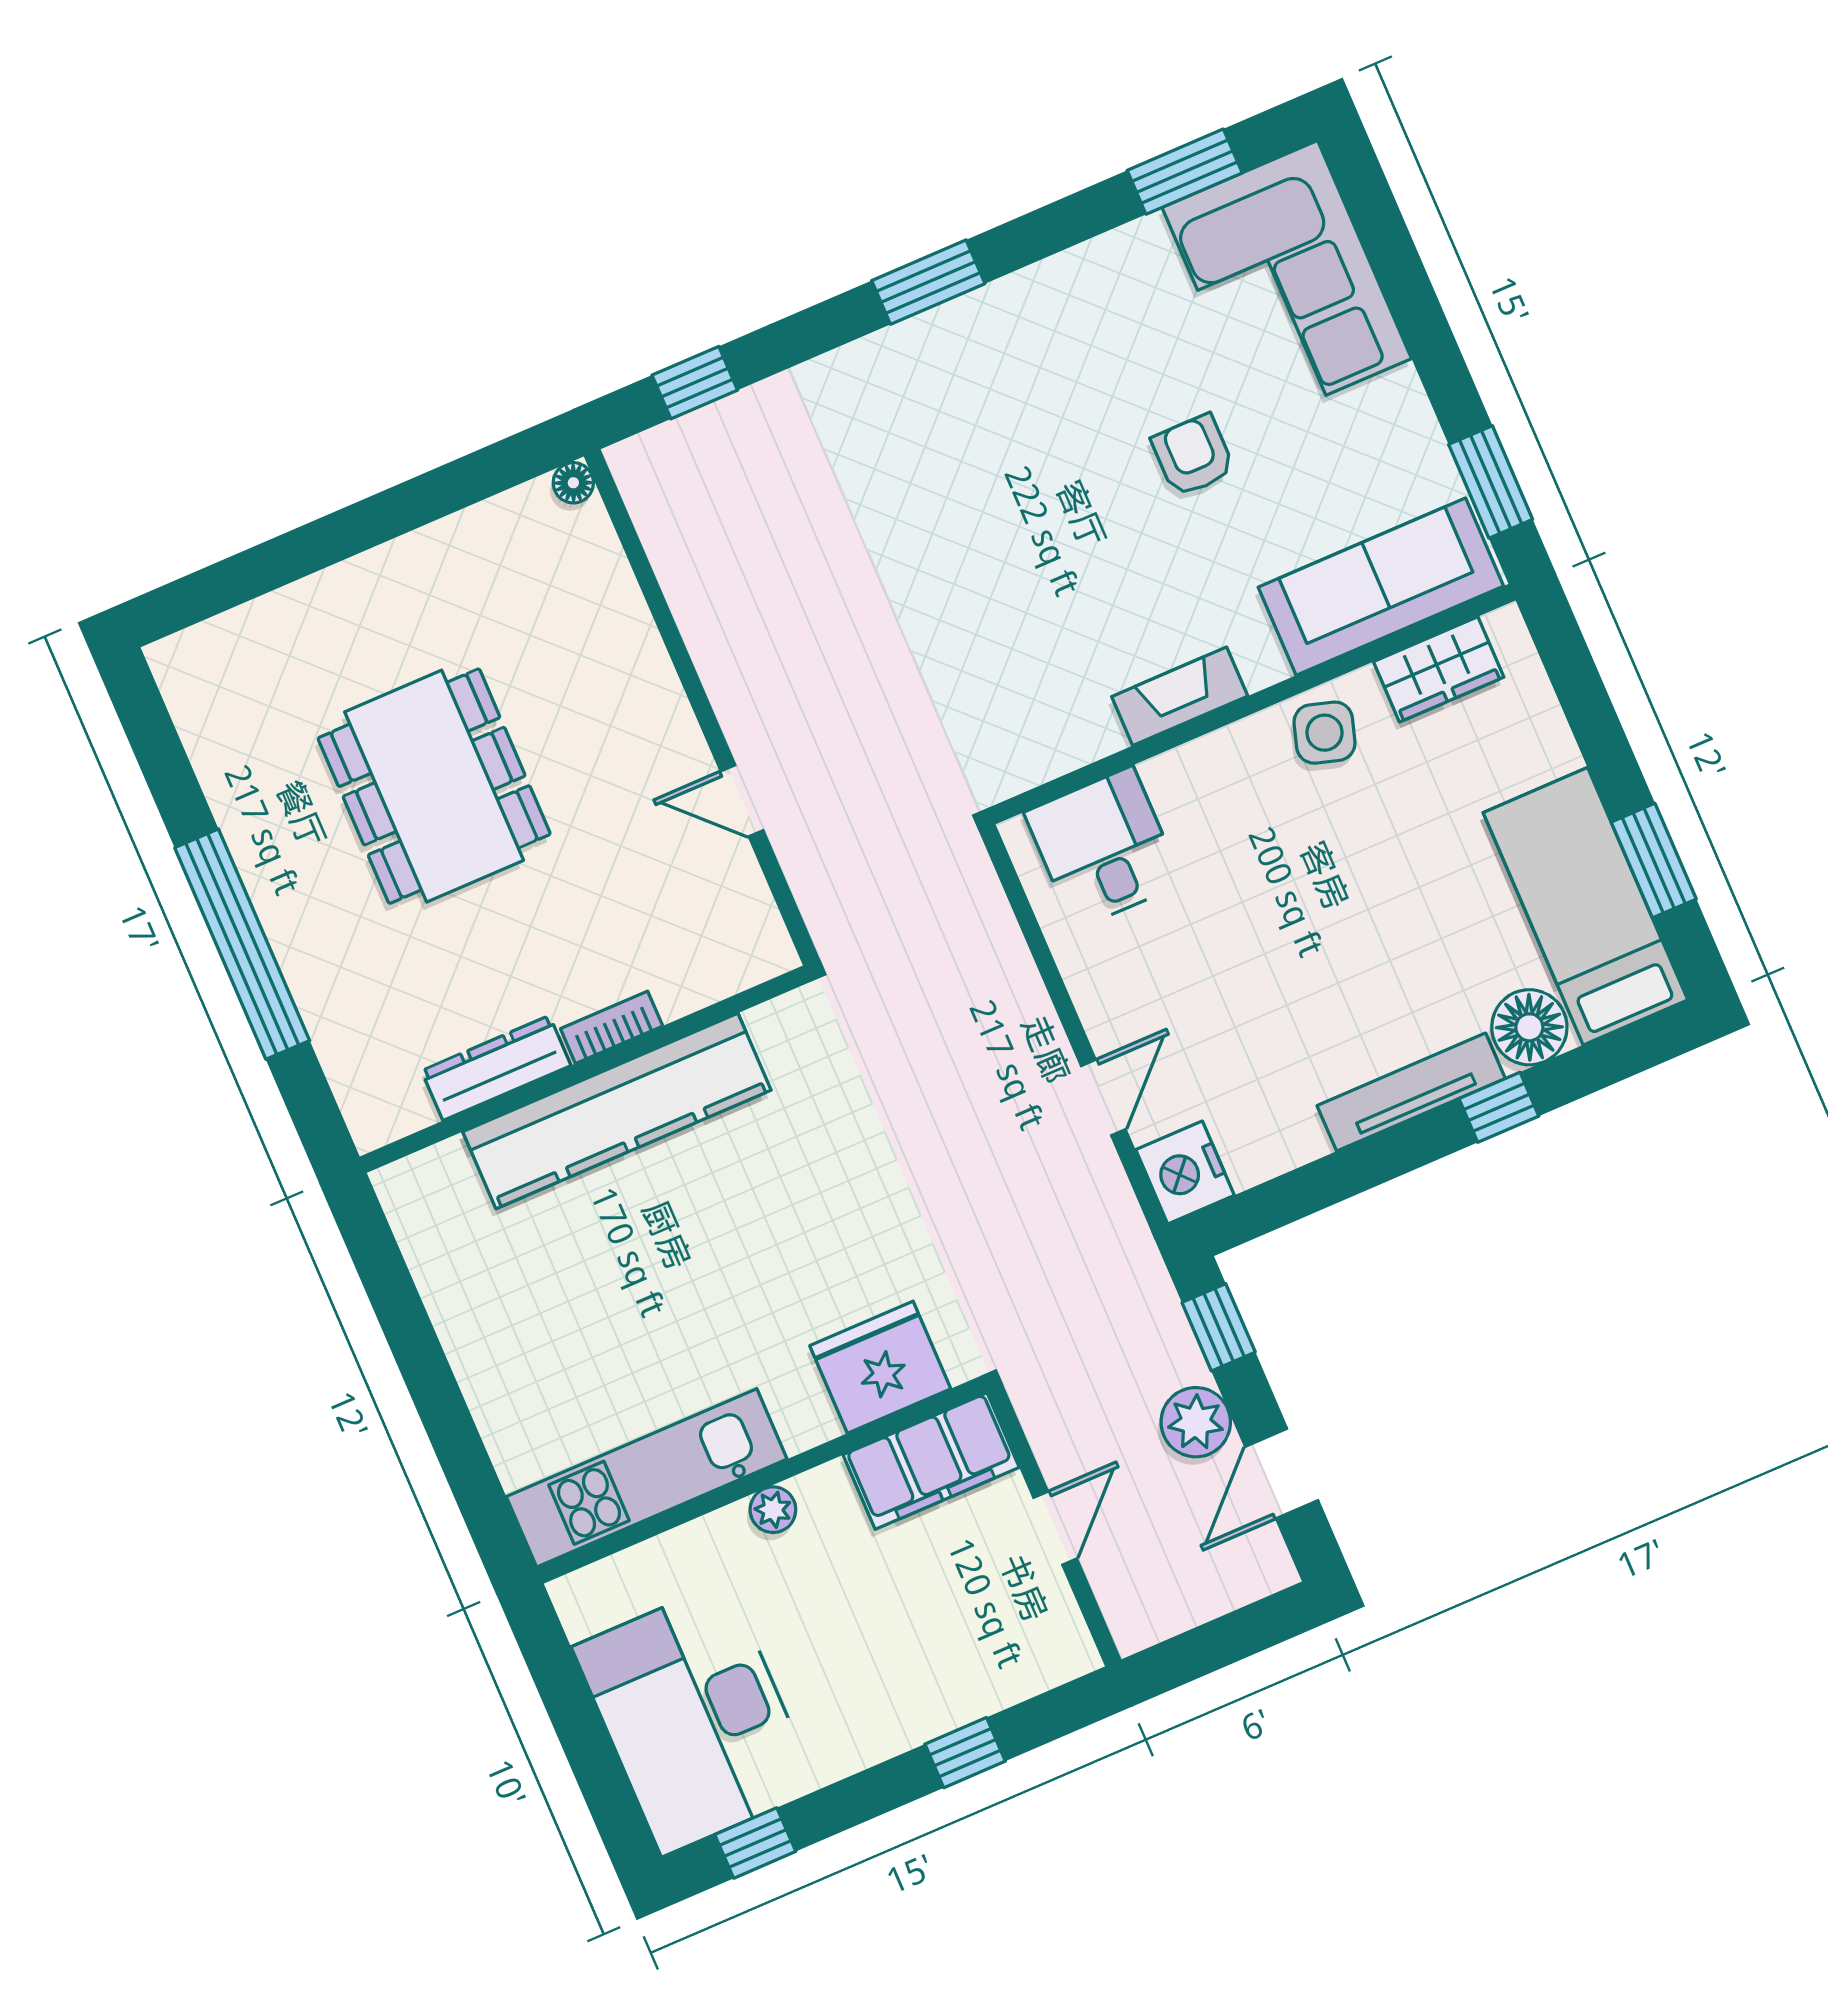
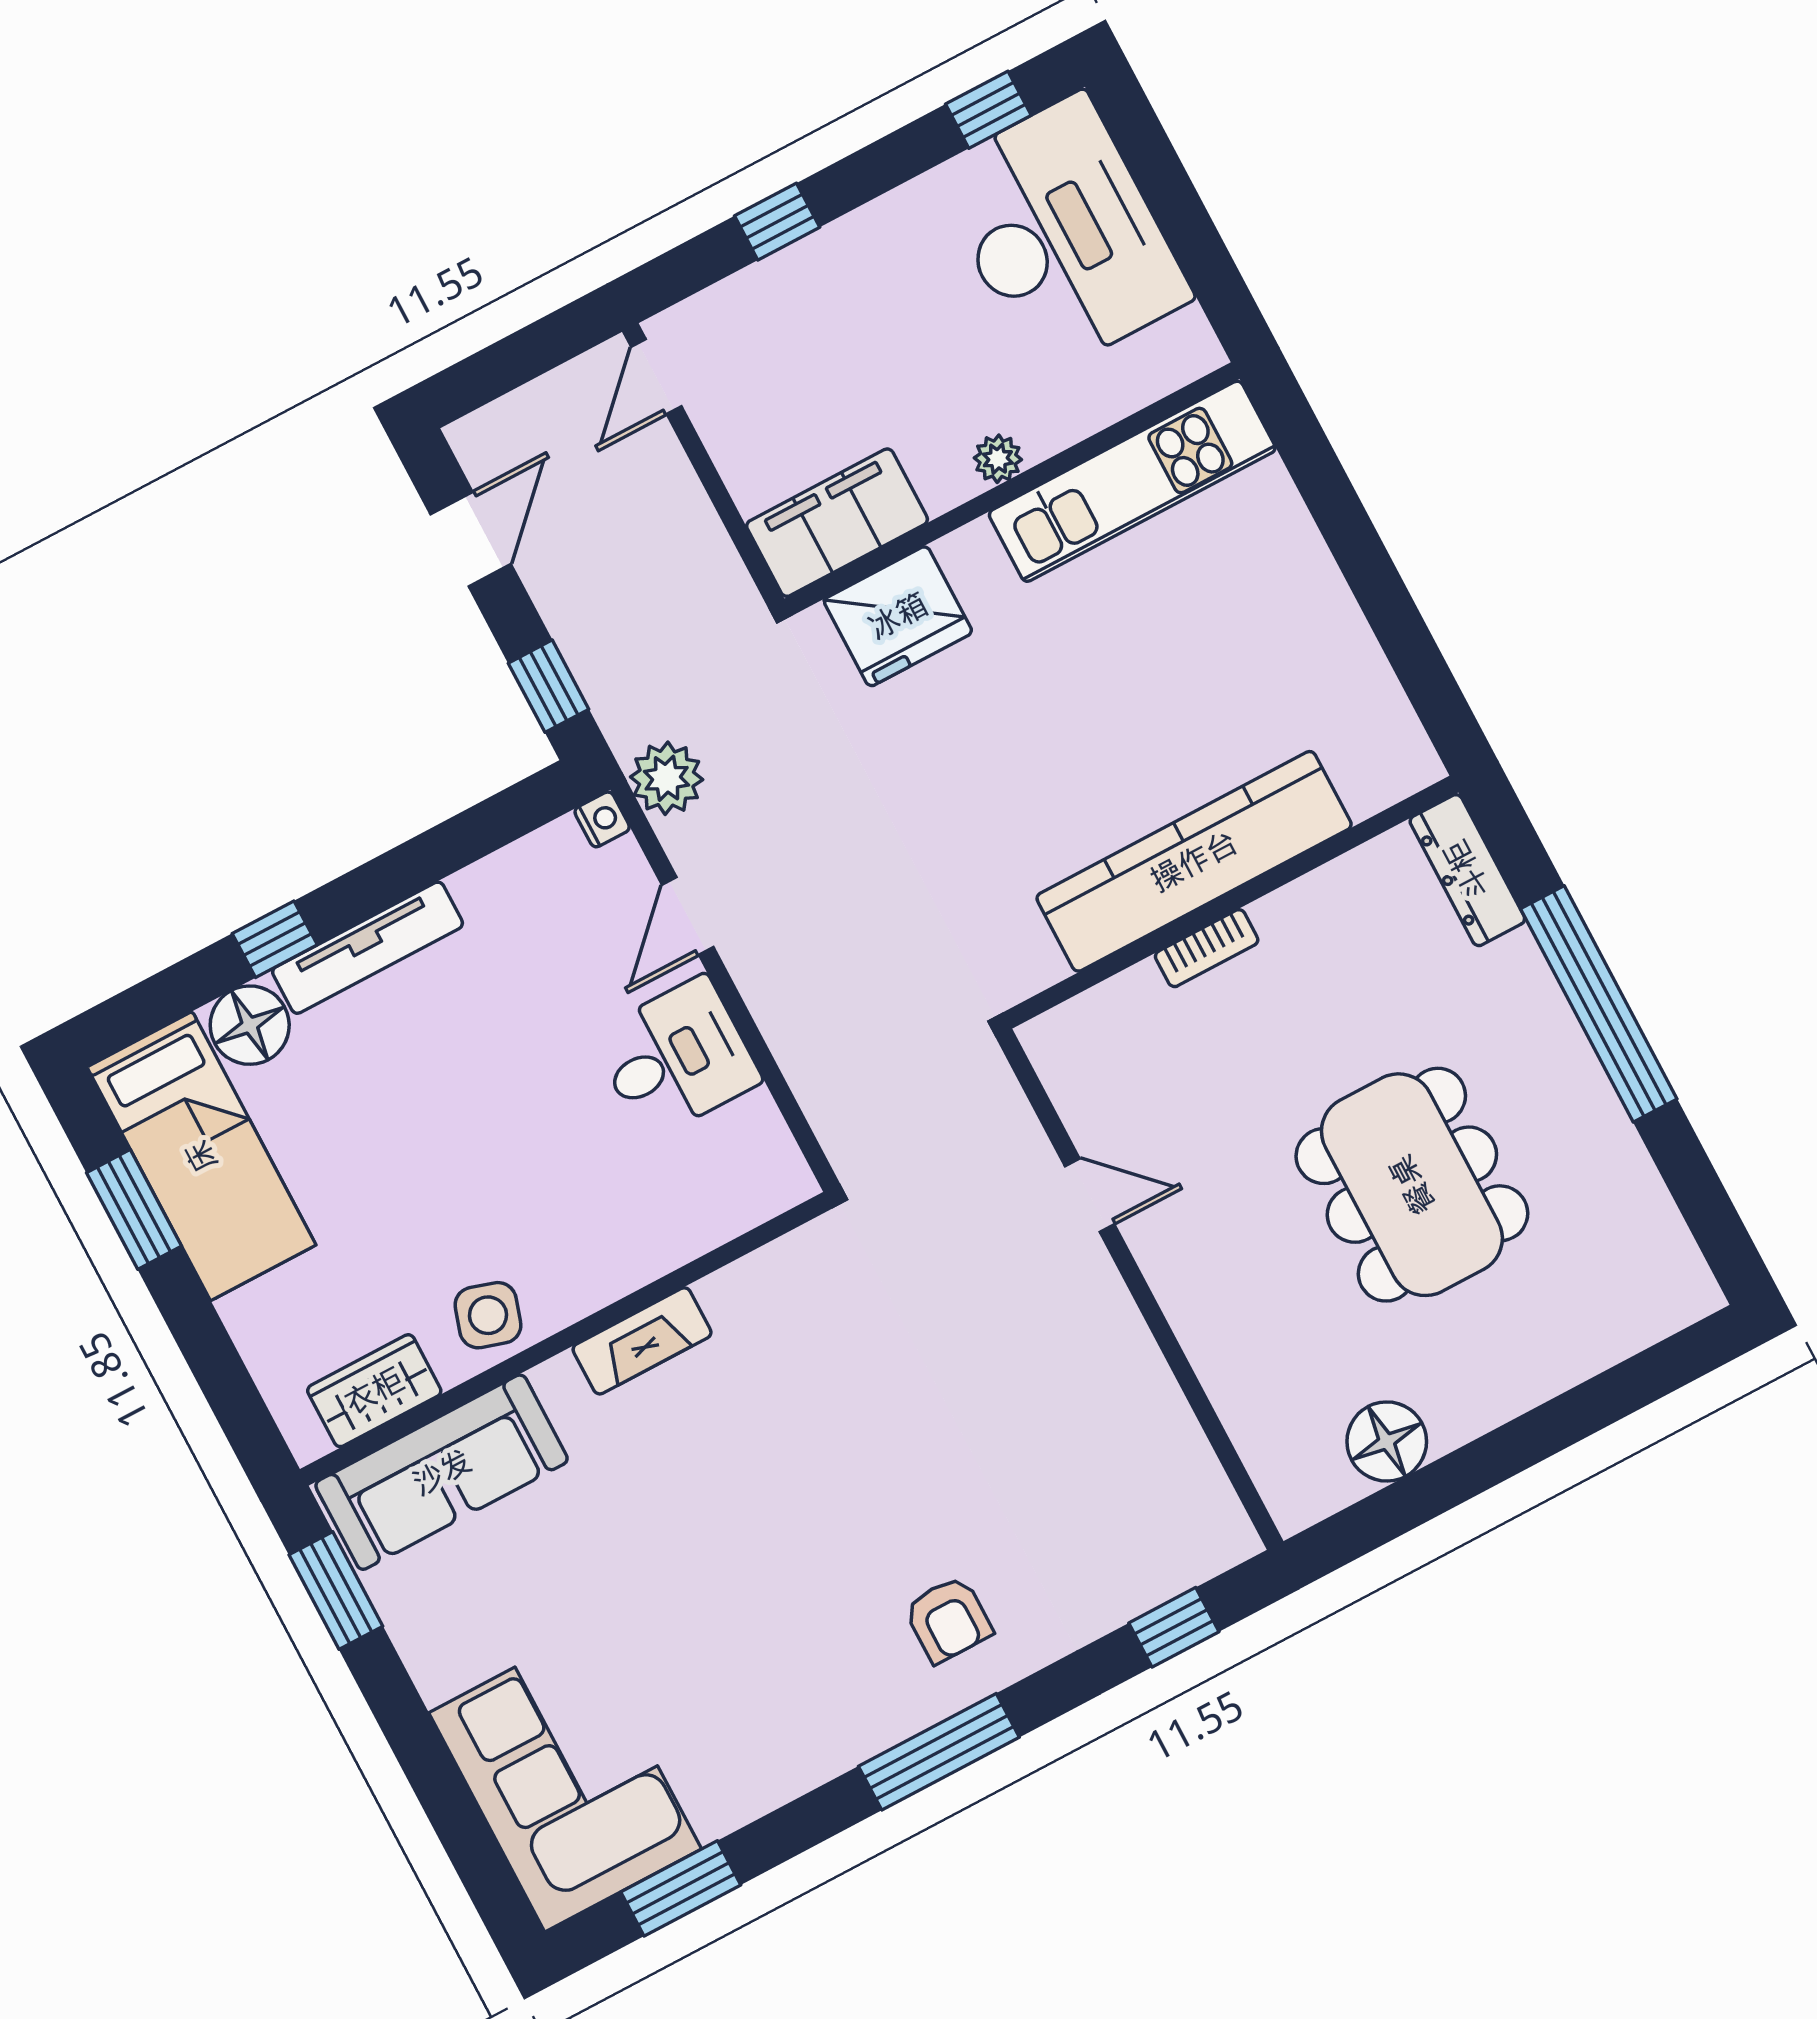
window: (928, 282) -> (939, 1752), width x1.44
armchair: (1193, 455) -> (948, 1619), moved
floor lamp: (573, 483) -> (1387, 1442), moved, width x1.89, depth x1.89
desk: (1104, 848) -> (676, 1058), moved, turned -90
dresser: (496, 1068) -> (1467, 870), moved, turned 90
nightstand: (1185, 1172) -> (602, 819), width x0.53, depth x0.56
plant: (1196, 1422) -> (667, 778), moved
door: (1055, 1528) -> (656, 377), moved

